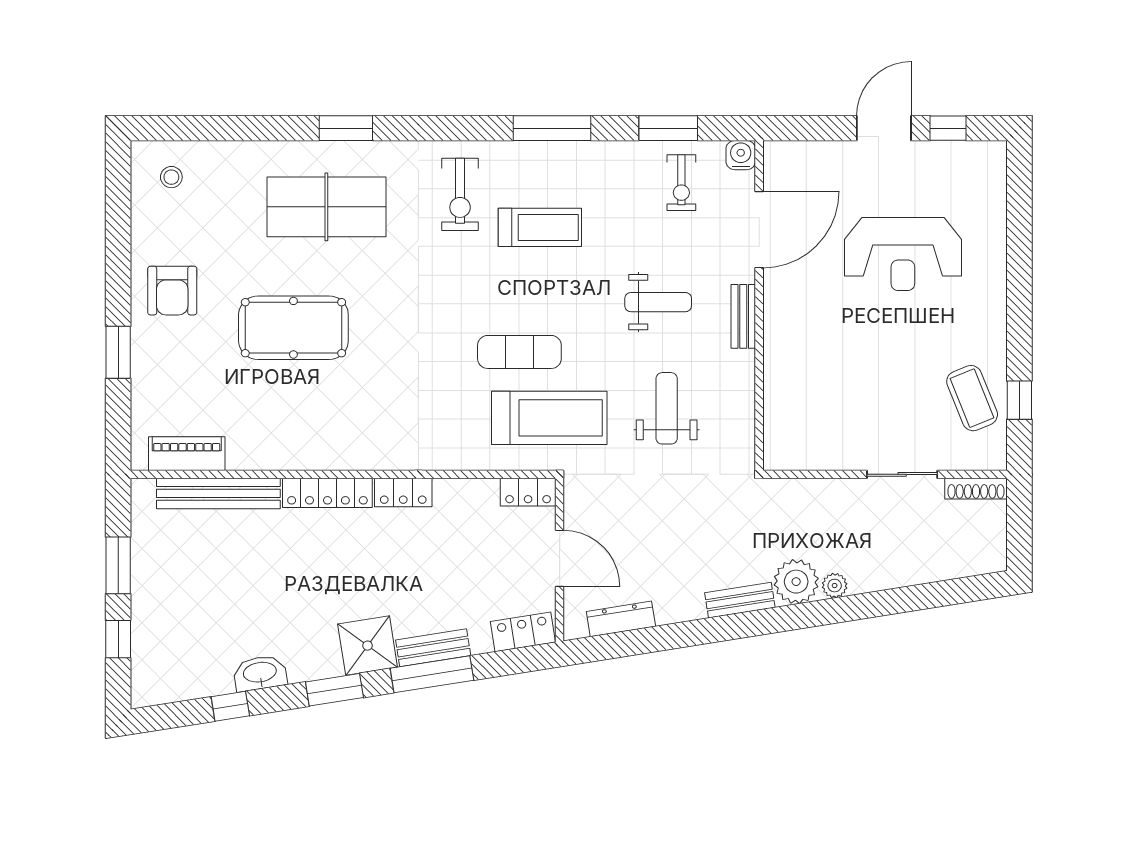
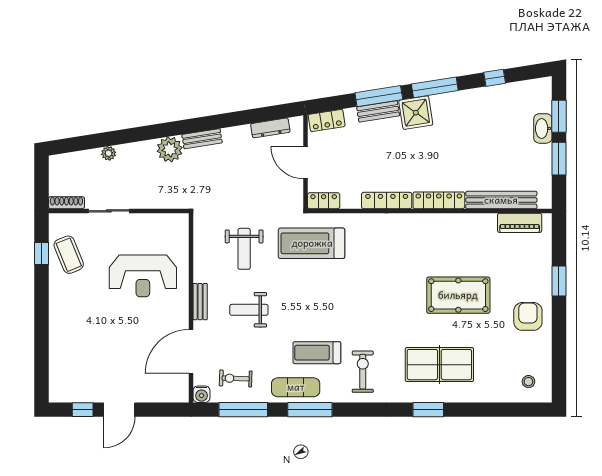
window: (668, 128) -> (243, 410), width x1.44
exercise bike: (681, 183) -> (236, 378), turned -88
reception desk: (903, 254) -> (143, 276), moved, turned 180
exercise mat: (519, 352) -> (296, 387), moved
locker: (403, 492) -> (387, 201), width x1.53
plant: (835, 586) -> (109, 153), moved
window: (118, 639) -> (559, 116), width x1.50
washbasin: (260, 673) -> (543, 128), moved, turned 99
window: (334, 690) -> (435, 87), width x1.44

